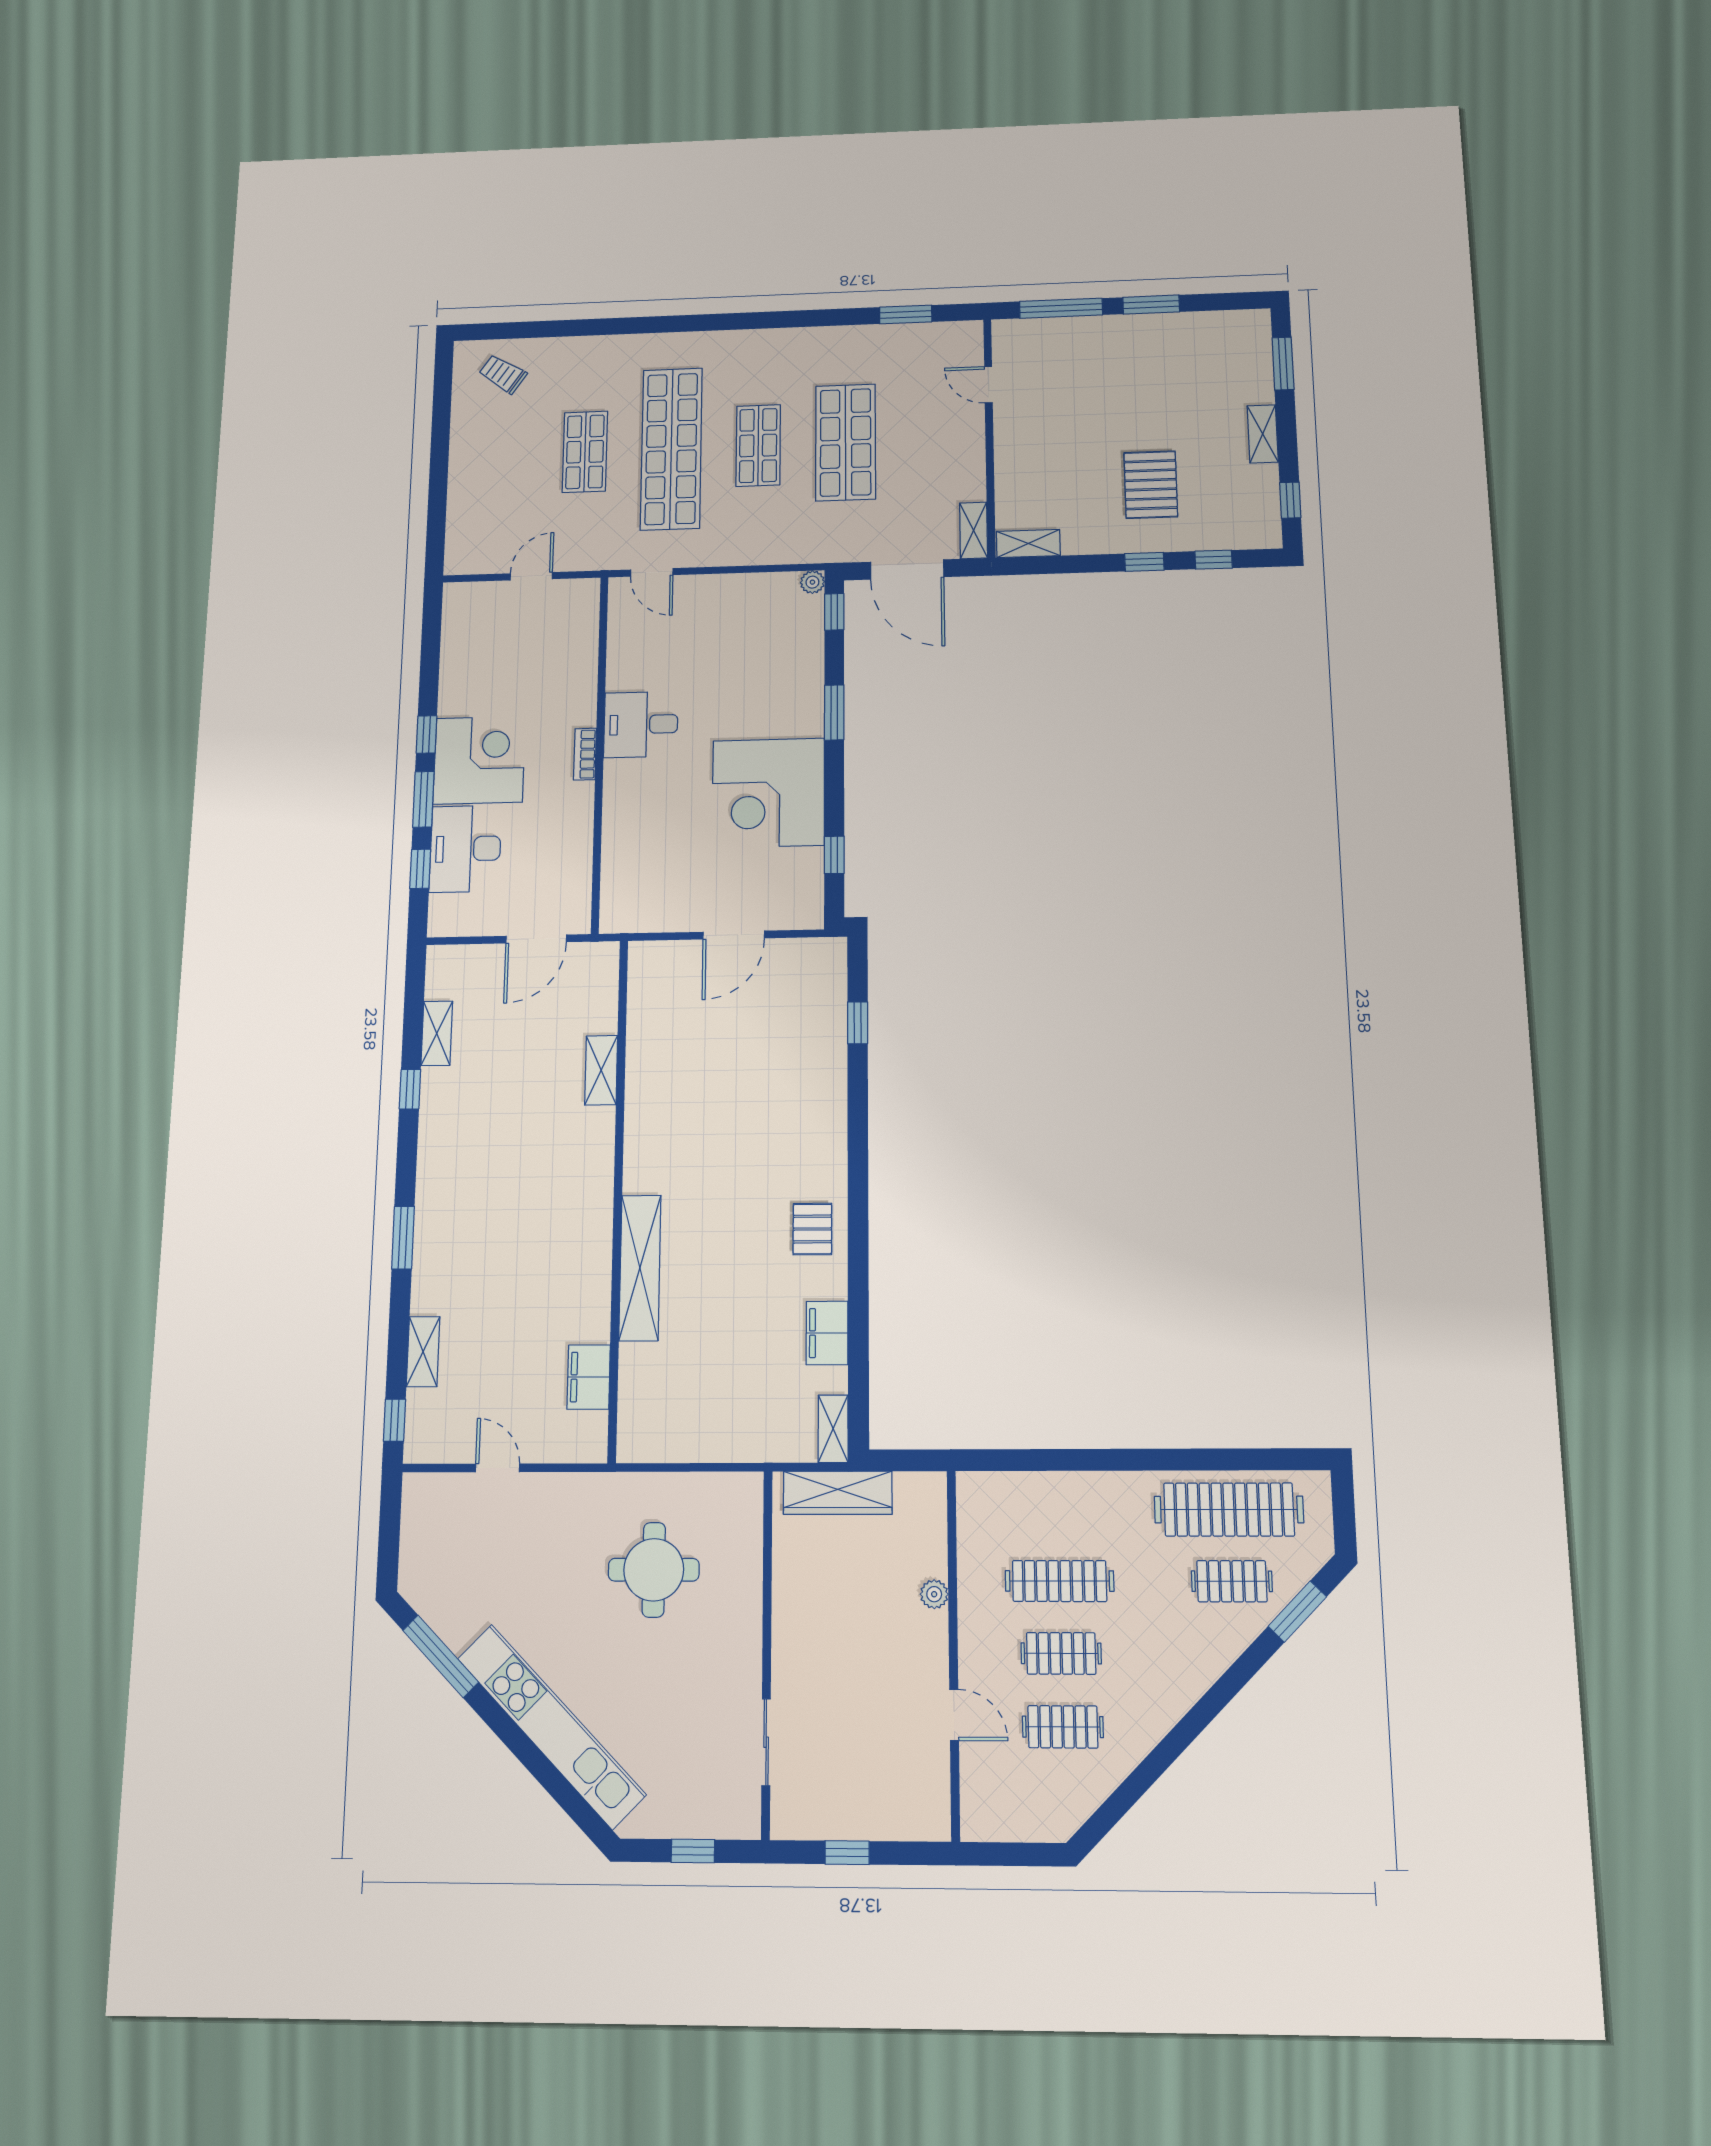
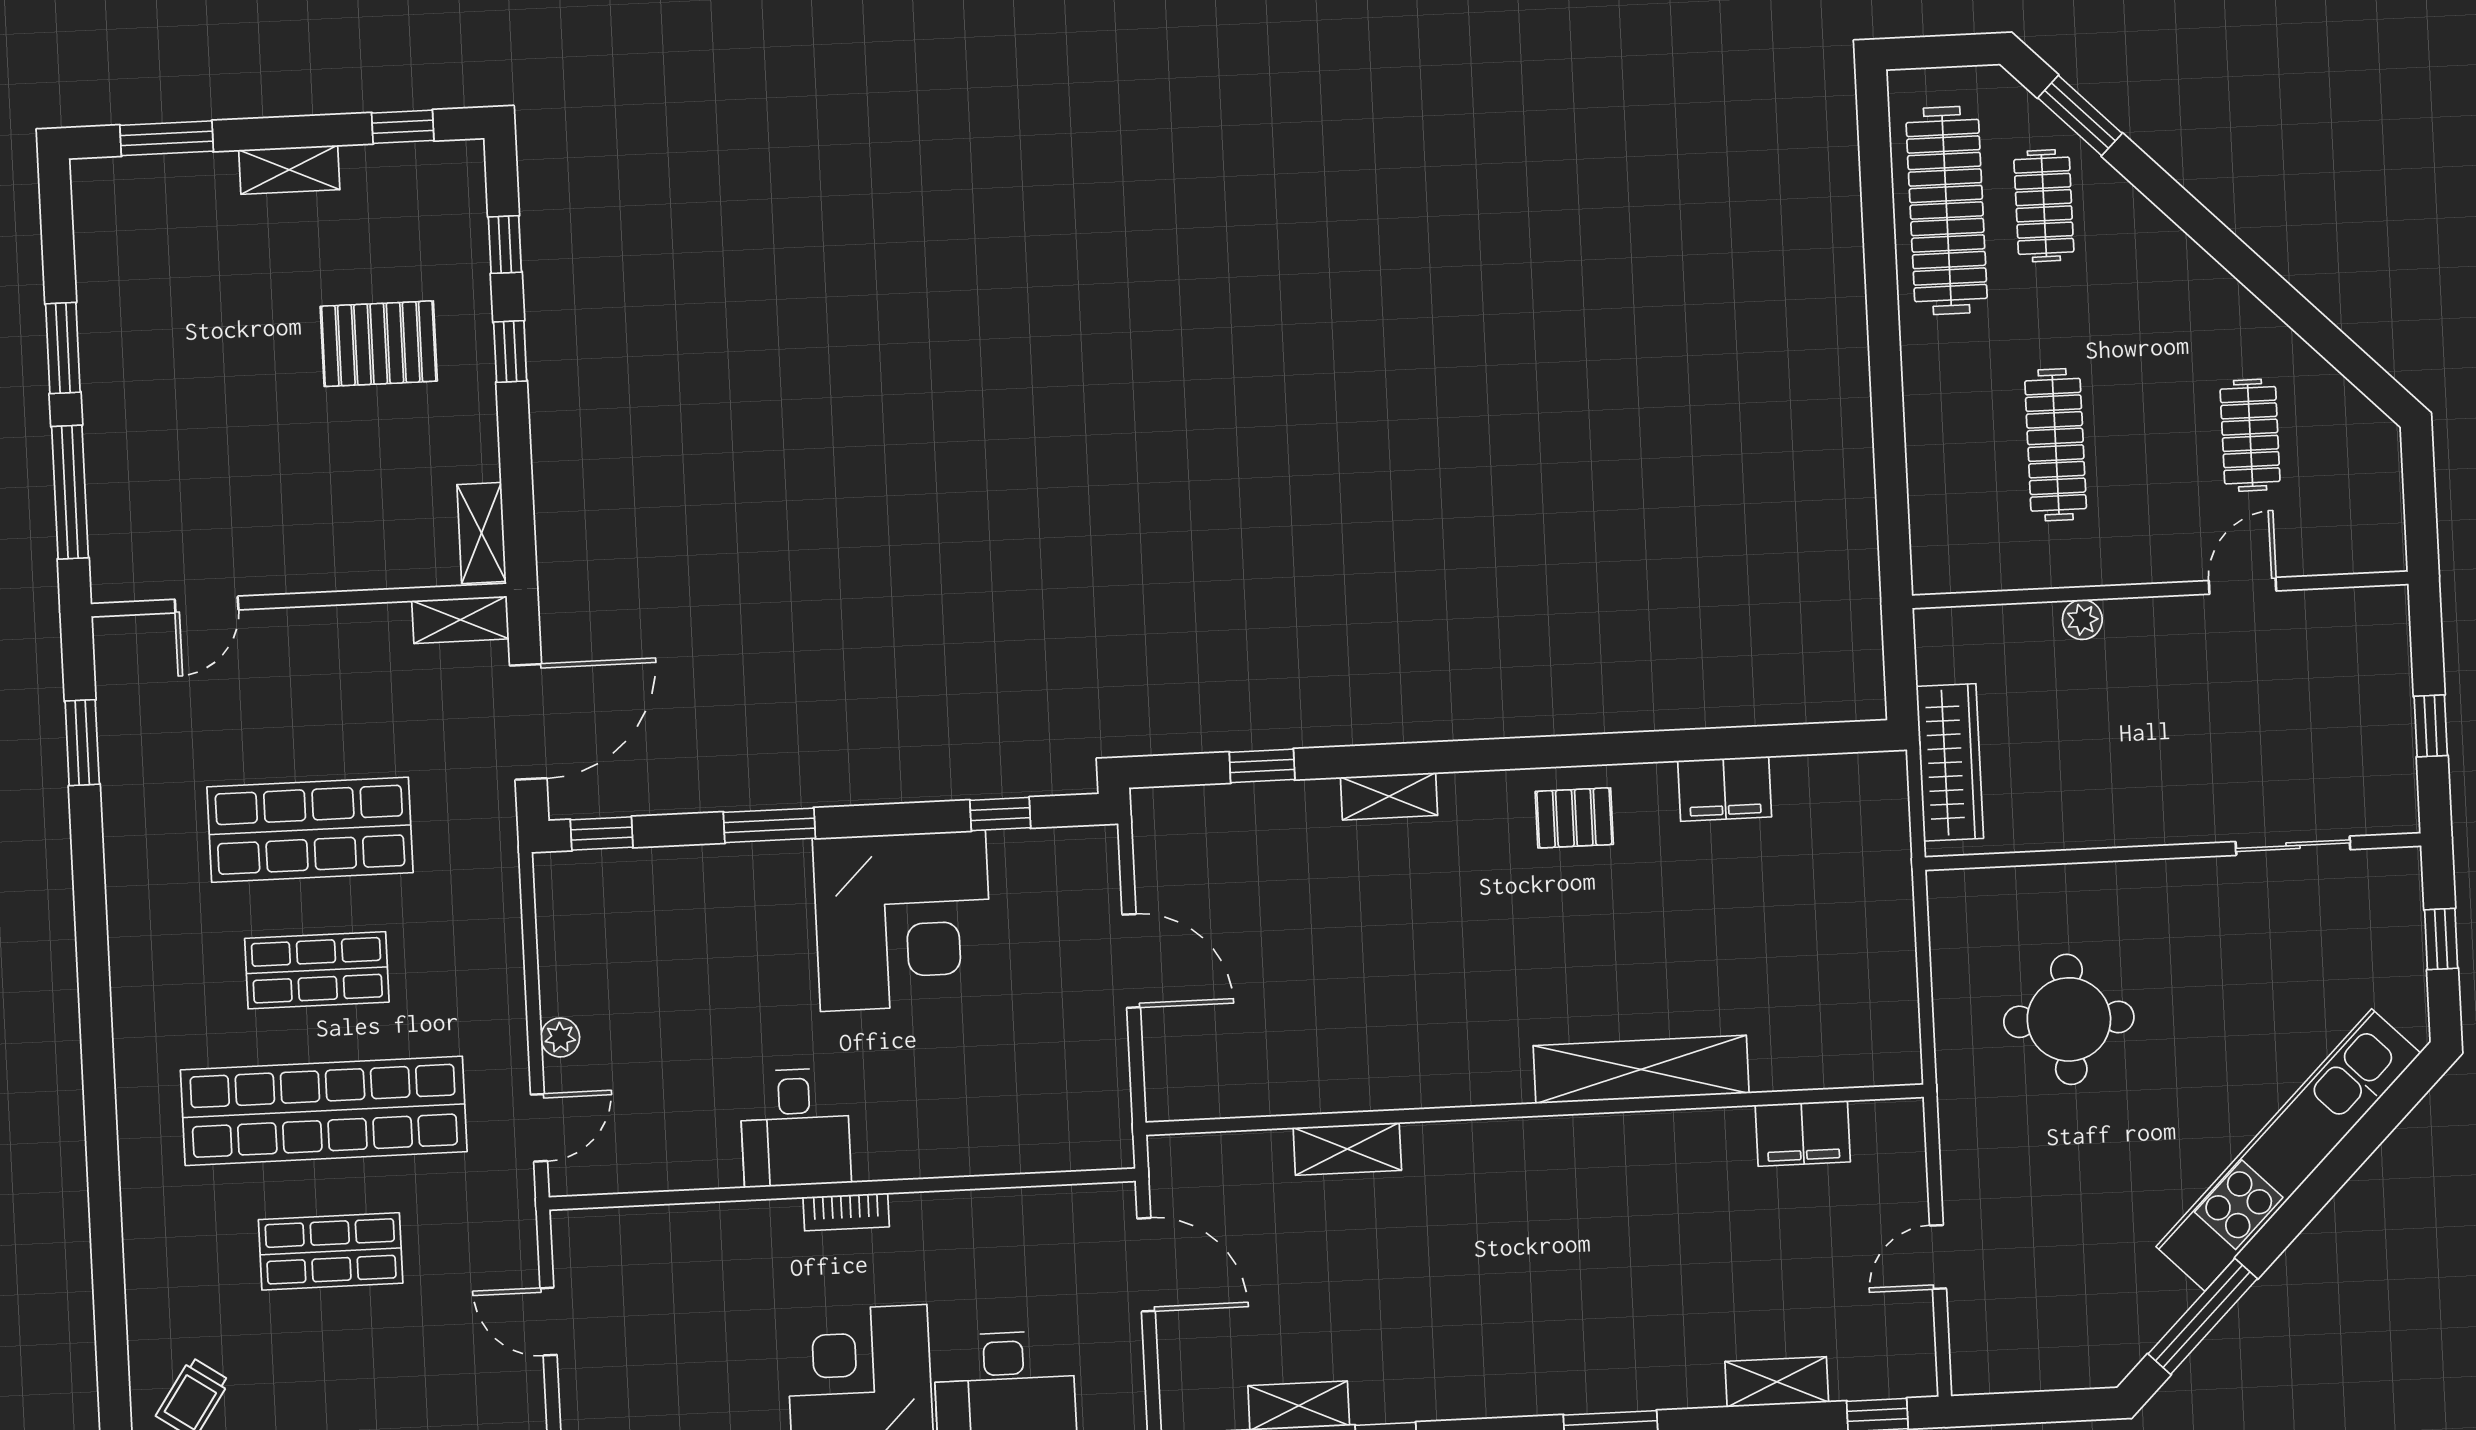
plant: (812, 582) -> (560, 1037), moved
shelving: (833, 1429) -> (1389, 796), moved
clothes rail: (1061, 1653) -> (2153, 440), removed

